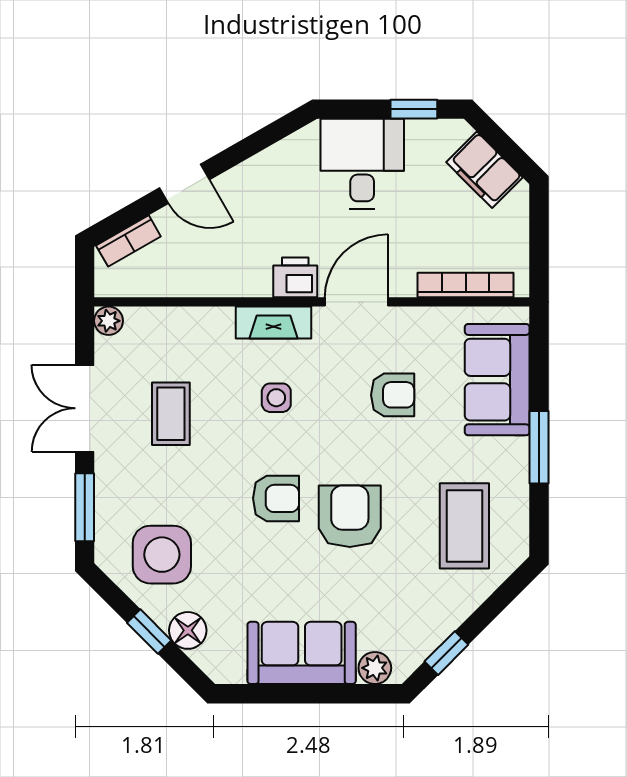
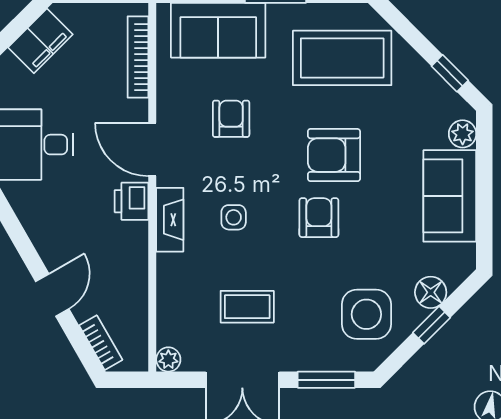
coffee table: (464, 526) -> (342, 58), width x1.36, depth x1.32

